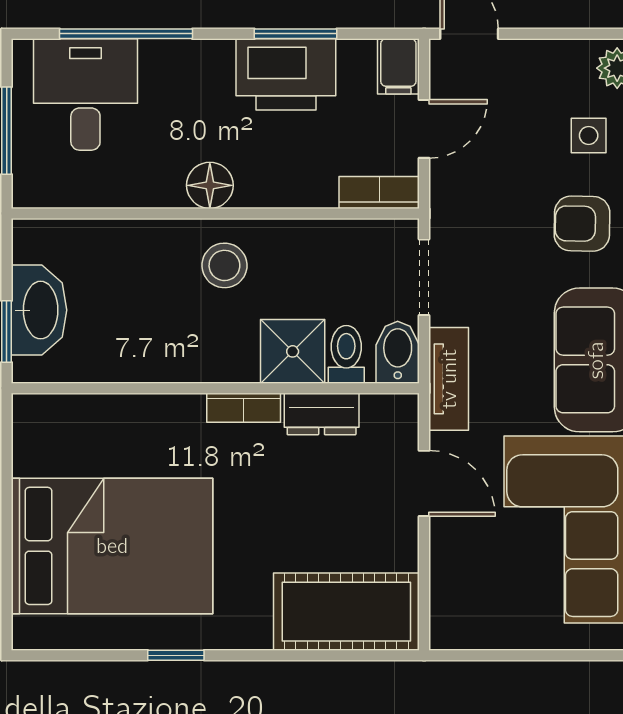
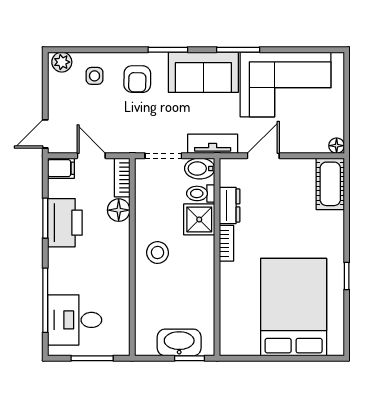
floor lamp: (210, 185) -> (119, 210), moved
cot: (346, 612) -> (330, 184), width x0.73, depth x0.75
floor lamp: (445, 635) -> (337, 146), added

